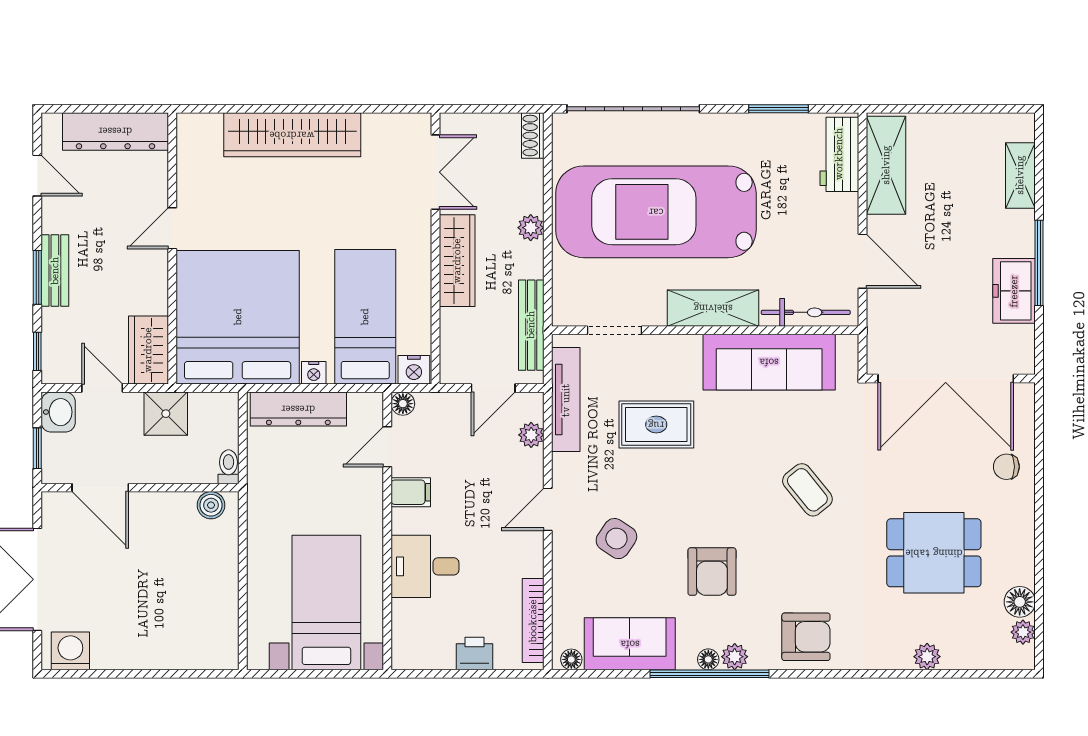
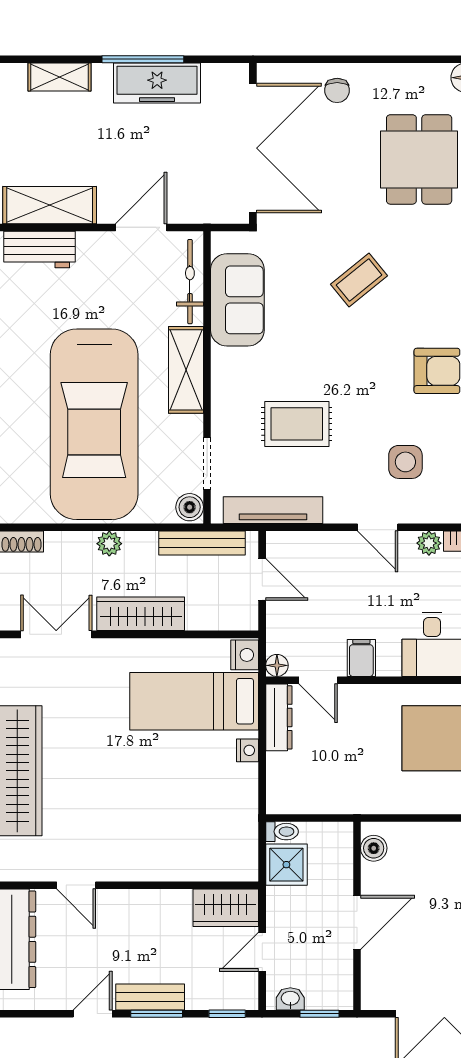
door: (37, 176) -> (93, 1014), moved
door: (172, 228) -> (76, 885), moved
freezer: (1014, 291) -> (157, 83), width x1.40
boiler: (569, 312) -> (190, 507), added
bed: (238, 317) -> (195, 823), removed
sofa: (769, 362) -> (237, 300), width x0.73
dresser: (298, 409) -> (279, 717), moved, width x0.73, depth x0.80
washbasin: (58, 412) -> (290, 999), width x0.72, depth x0.69
shower: (166, 414) -> (286, 865), moved
rug: (656, 425) -> (297, 424), turned 90
plant: (531, 435) -> (429, 543), moved
toilet: (228, 467) -> (282, 832), moved, turned 180
door: (100, 488) -> (357, 922), moved
side table: (616, 539) -> (405, 462), turned -34

